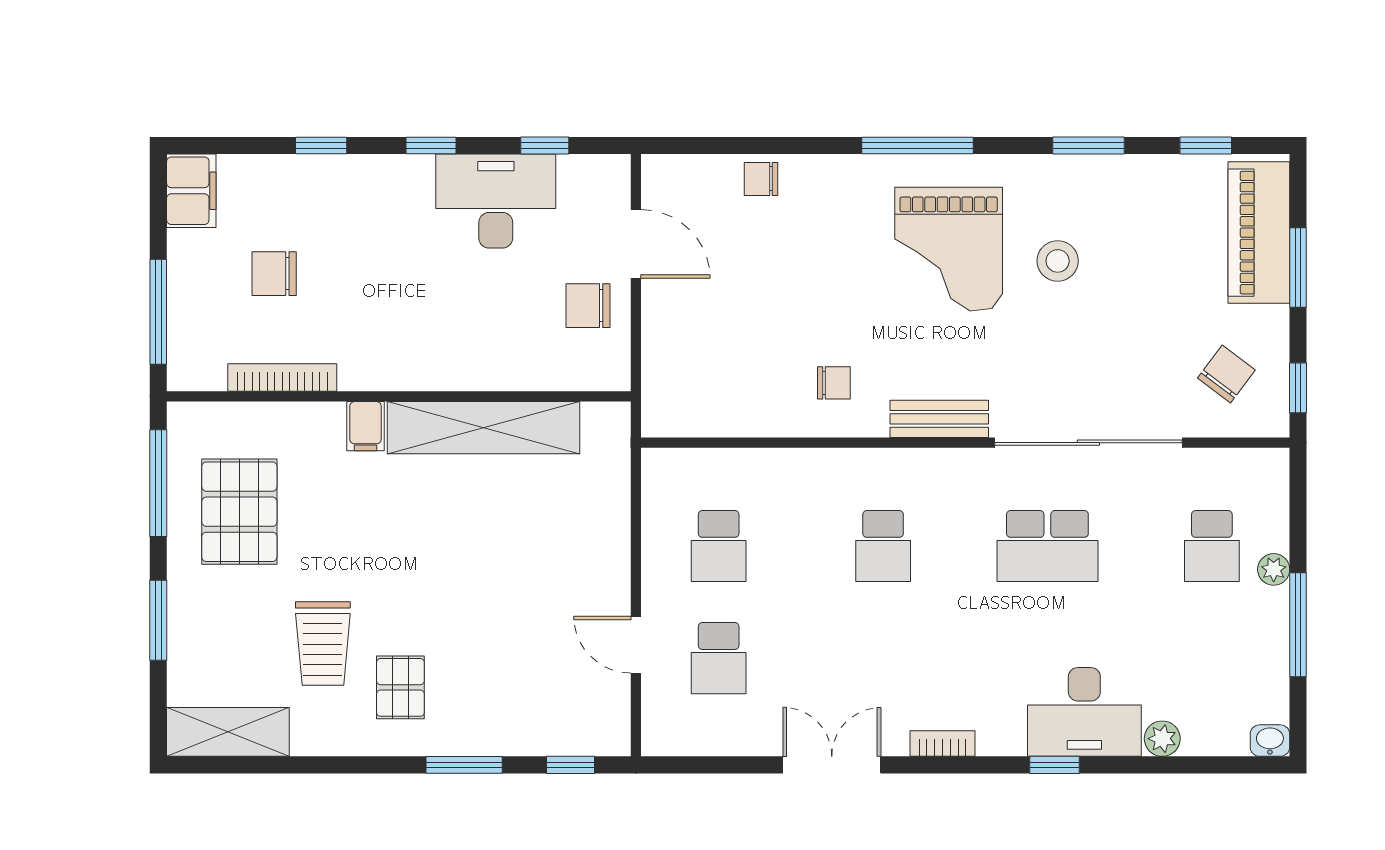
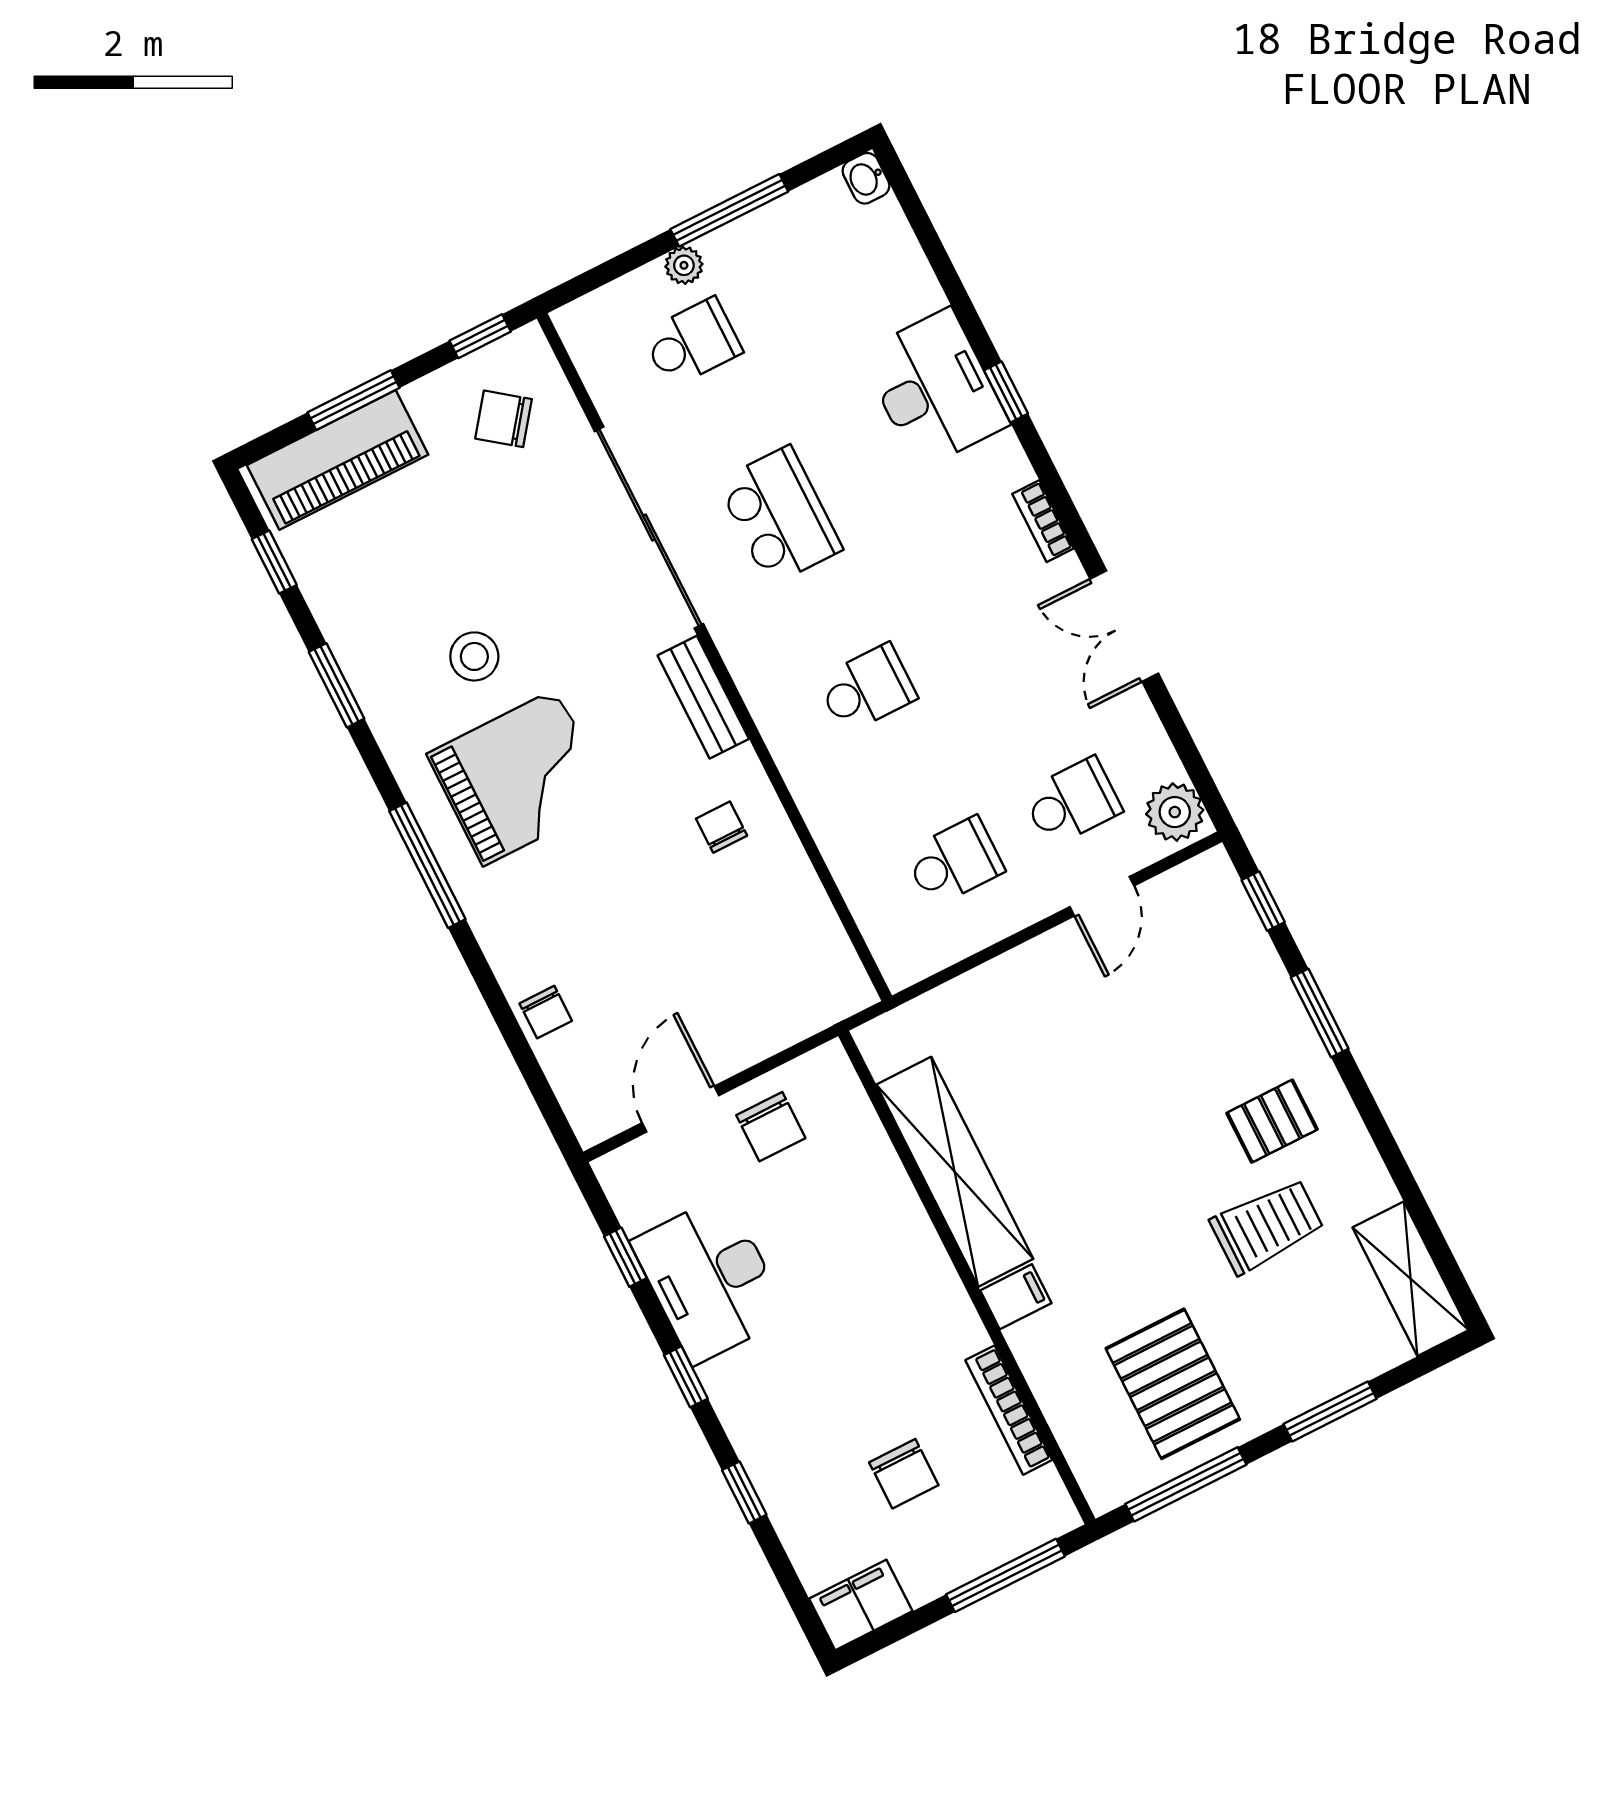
pallet: (239, 512) -> (1173, 1384), turned 90
plant: (1162, 739) -> (1175, 812), moved, width x1.38, depth x1.38

